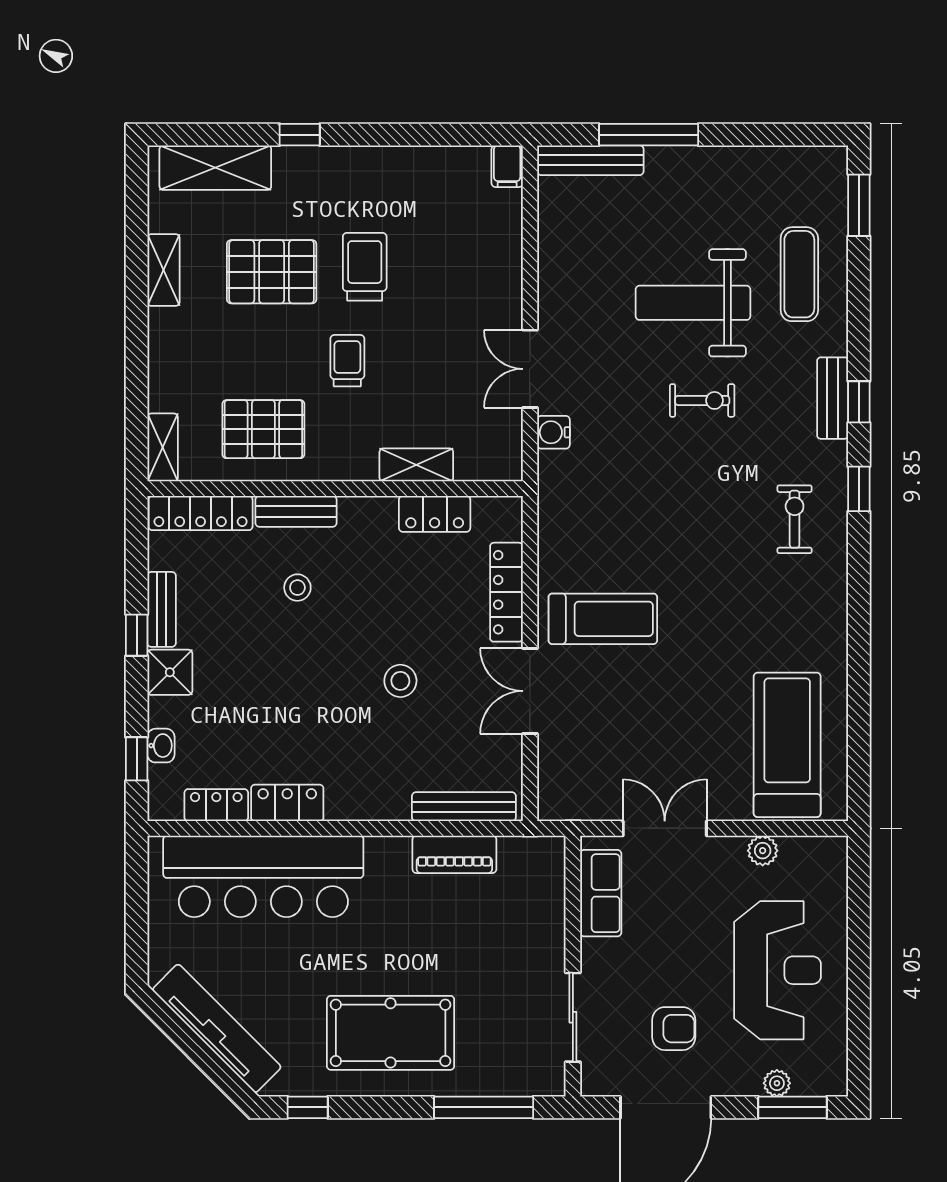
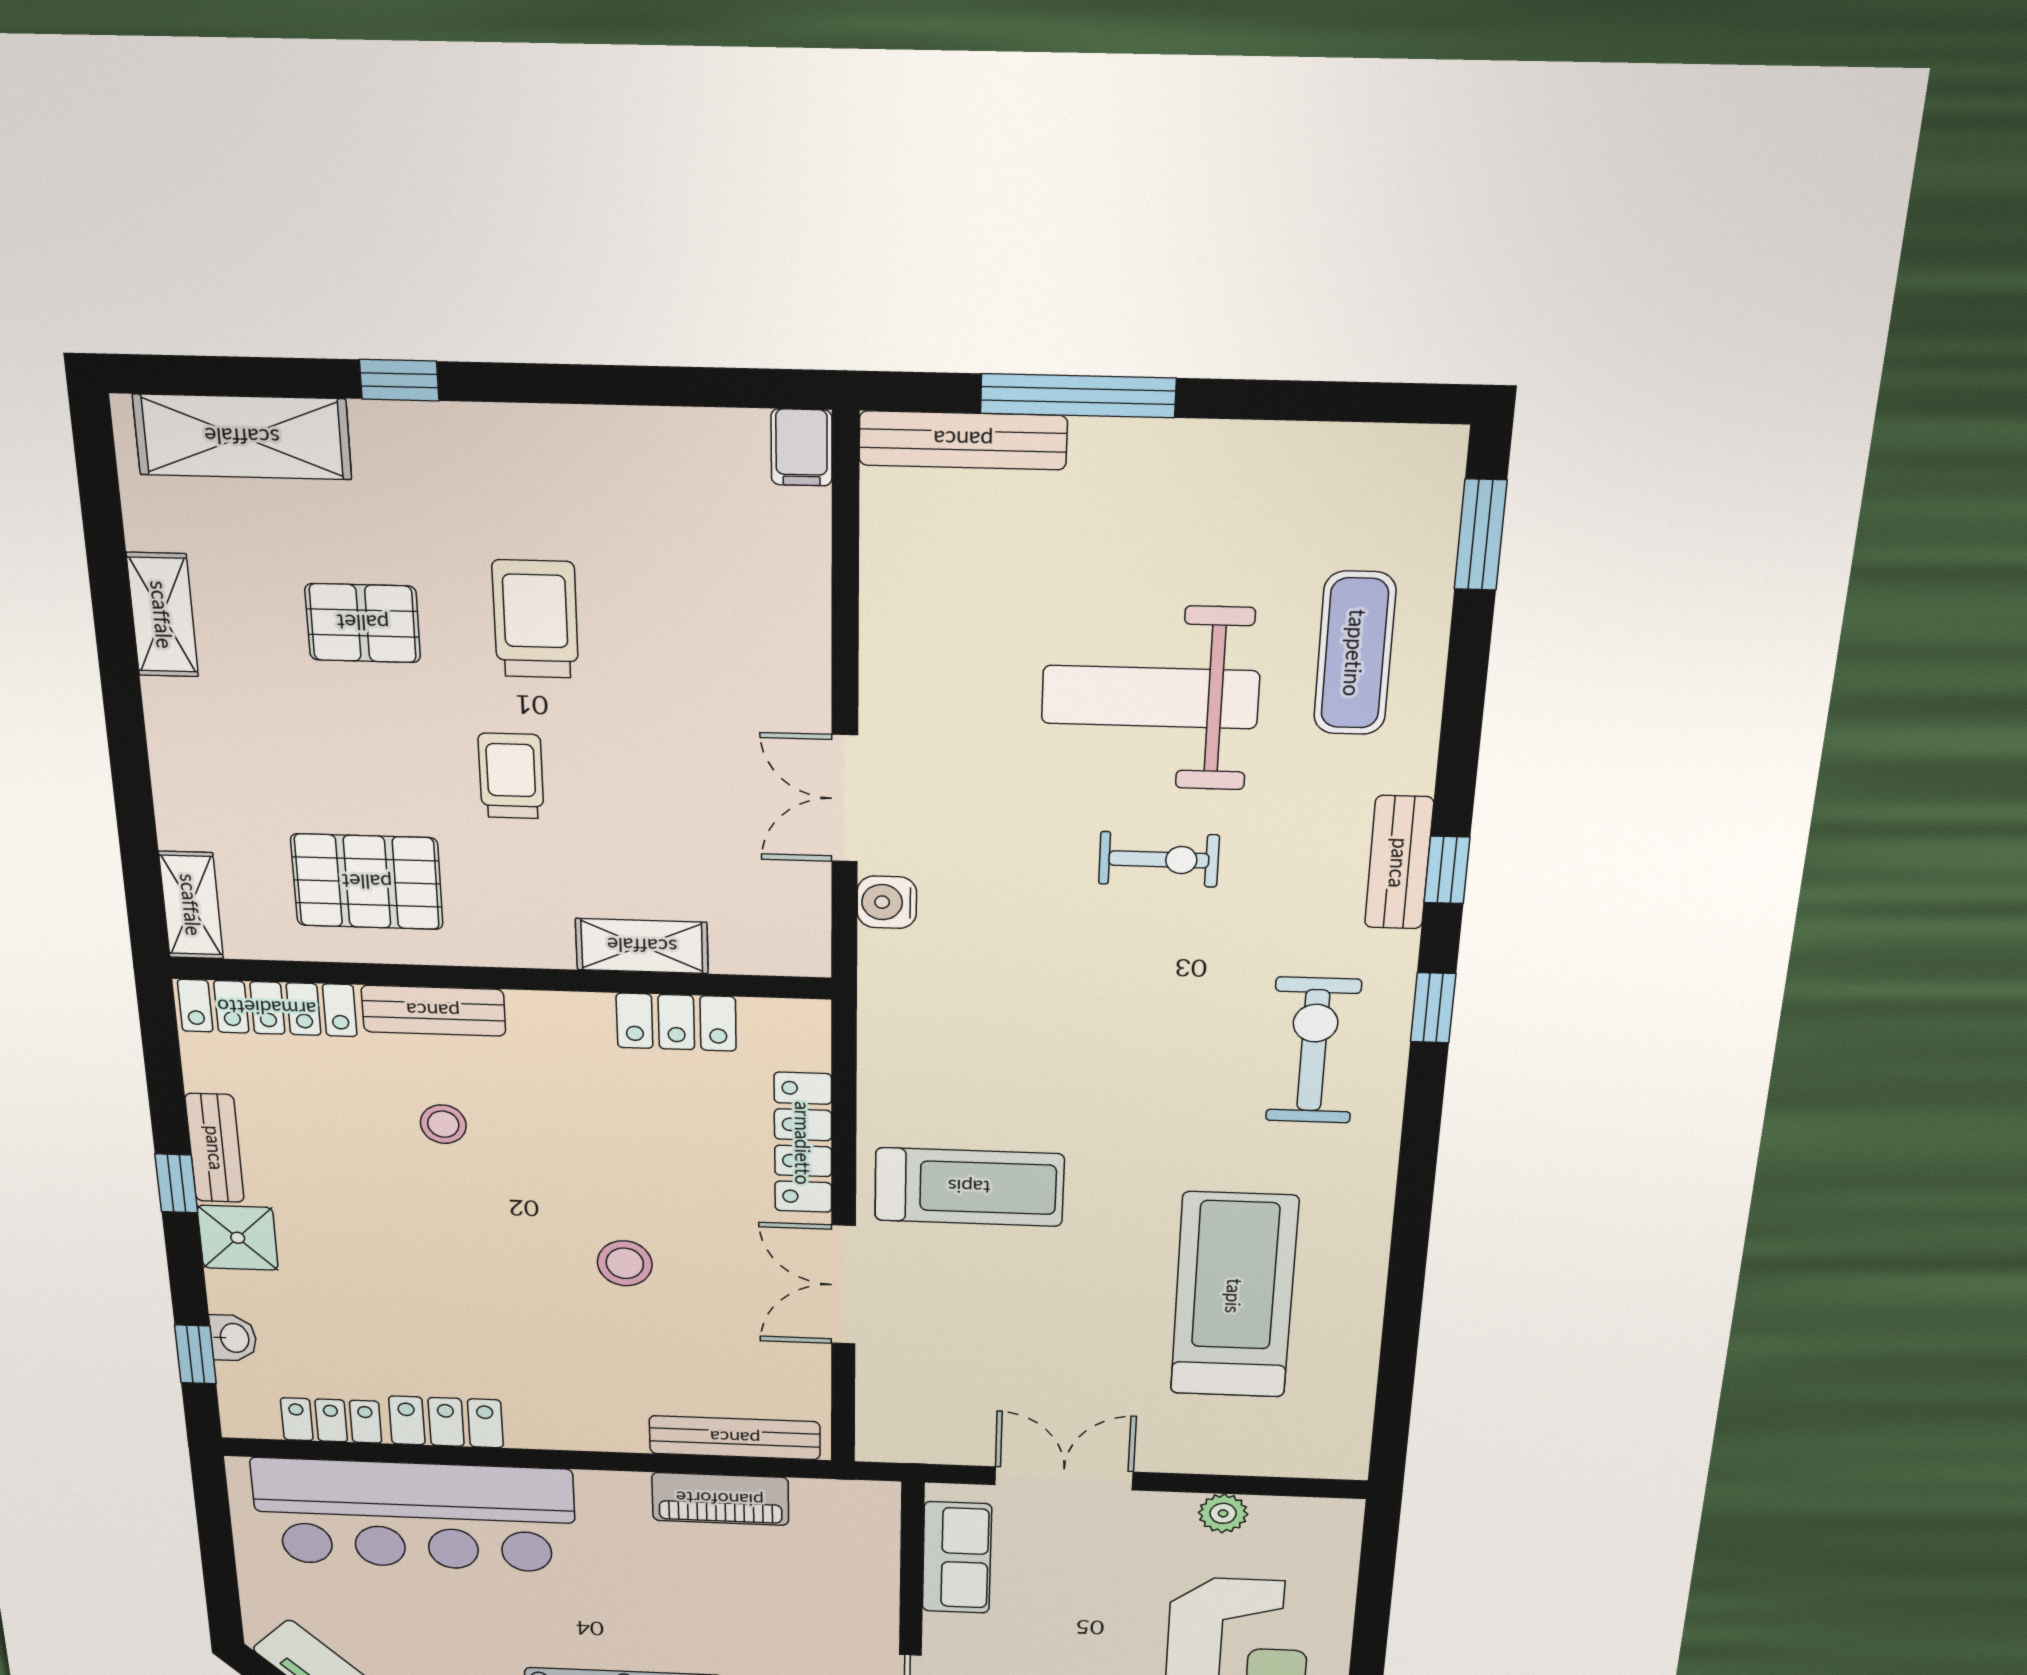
pallet: (272, 272) -> (363, 623), width x0.67, depth x0.71
exercise bike: (795, 519) -> (1313, 1051), width x1.38, depth x1.39
treadmill: (787, 745) -> (1234, 1296), moved

